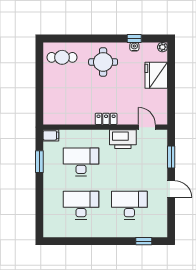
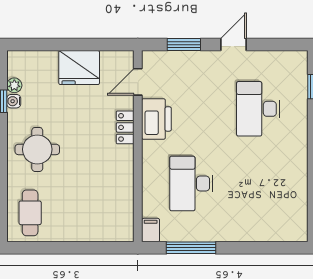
plant: (162, 47) -> (14, 85), moved
fridge: (156, 75) -> (79, 68), moved
locker: (106, 119) -> (125, 127), moved
window: (39, 162) -> (191, 248), width x1.44
desk: (81, 205) -> (258, 184), removed

